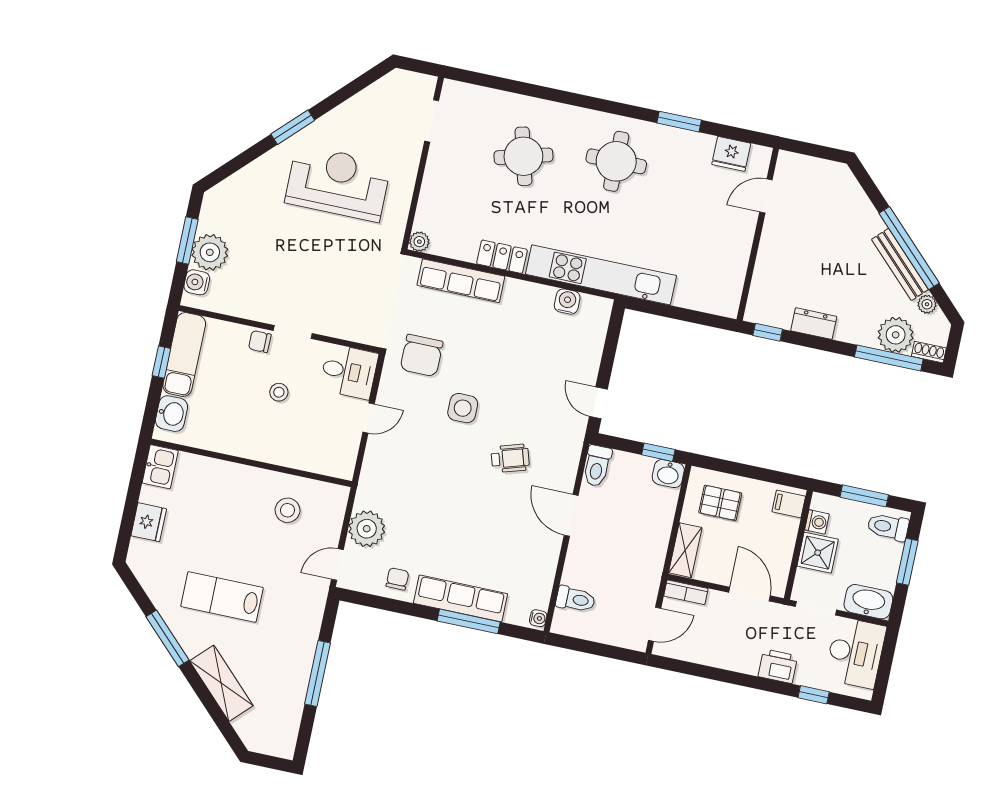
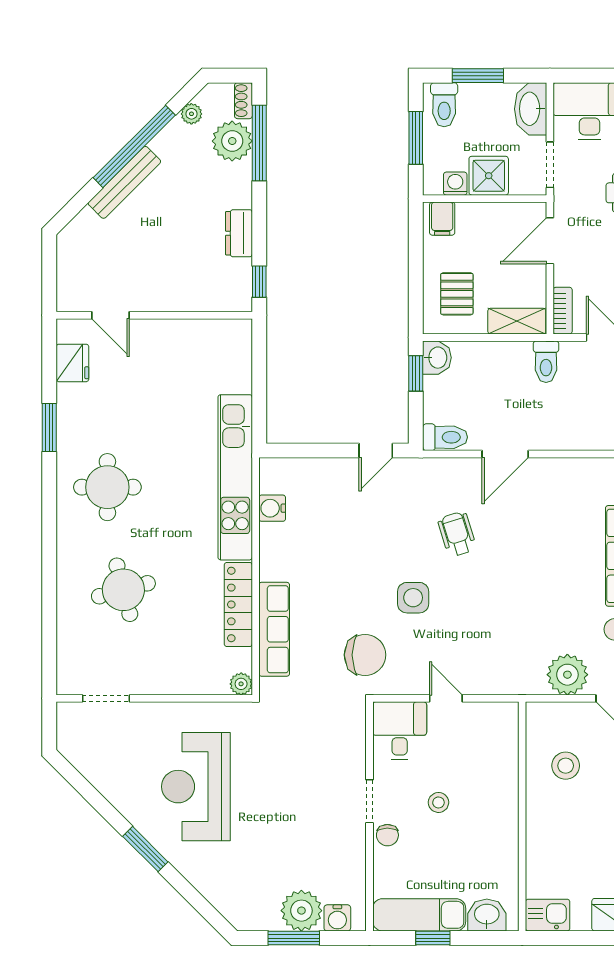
locker: (502, 257) -> (238, 604), width x1.53
bench: (900, 264) -> (124, 182), moved
toilet: (575, 599) -> (546, 362), moved, turned 180

